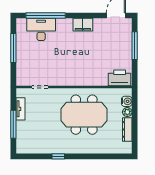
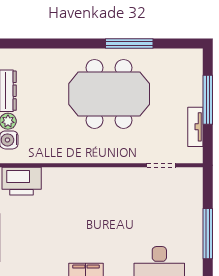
meeting table: (84, 115) -> (109, 94), moved
window: (58, 156) -> (129, 43), width x2.17

